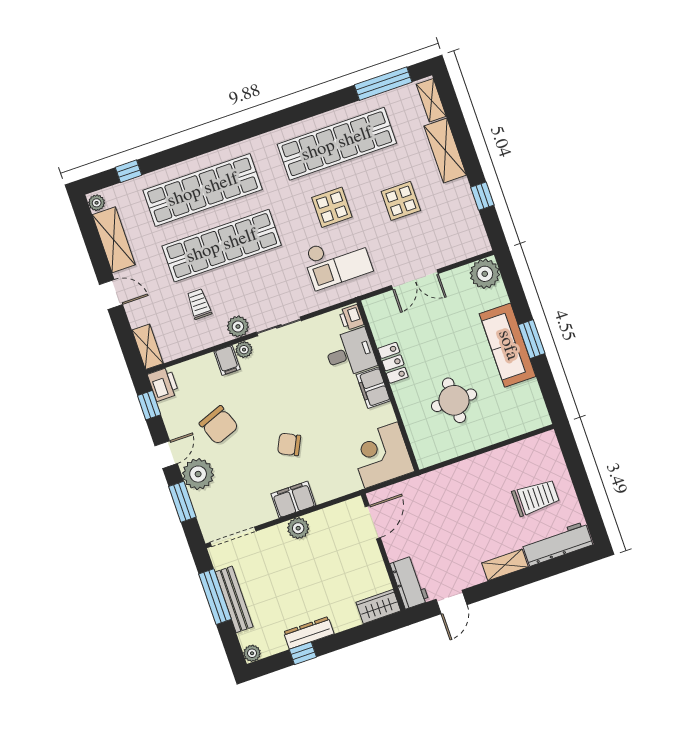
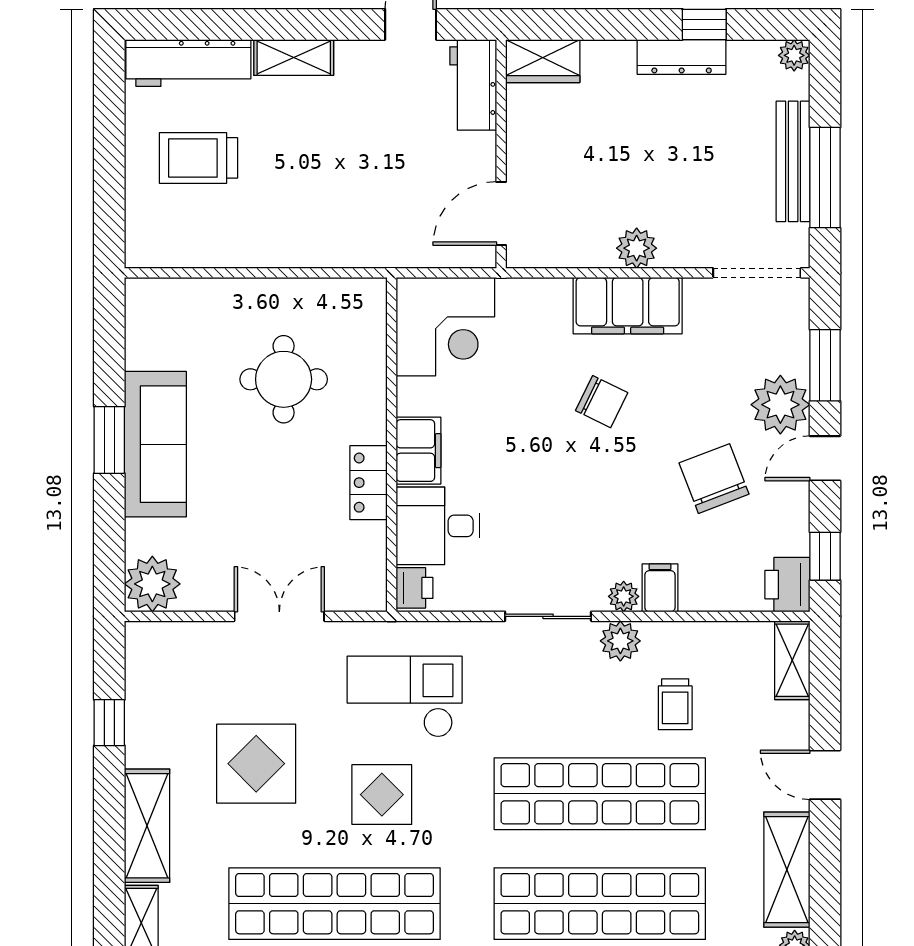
display table: (401, 201) -> (256, 764), width x1.36, depth x1.36
filing cabinet: (293, 500) -> (628, 306), width x1.50, depth x1.17

